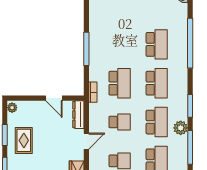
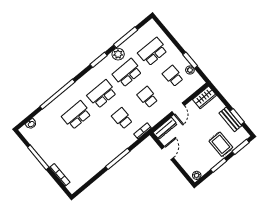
school desk: (120, 83) -> (122, 118), width x0.54
rug: (24, 140) -> (221, 144), moved, turned 90
door: (86, 141) -> (178, 109), swing flipped

